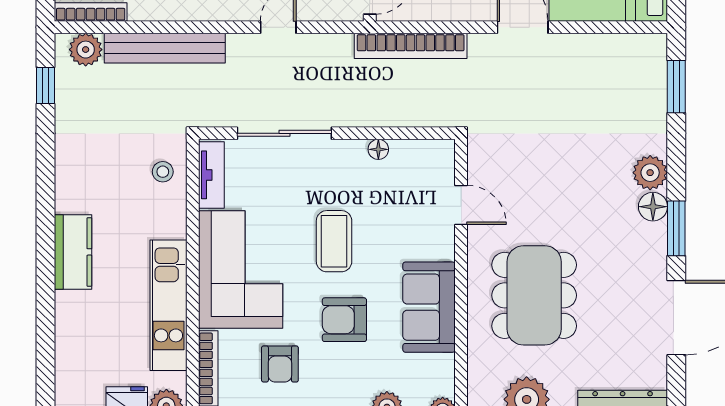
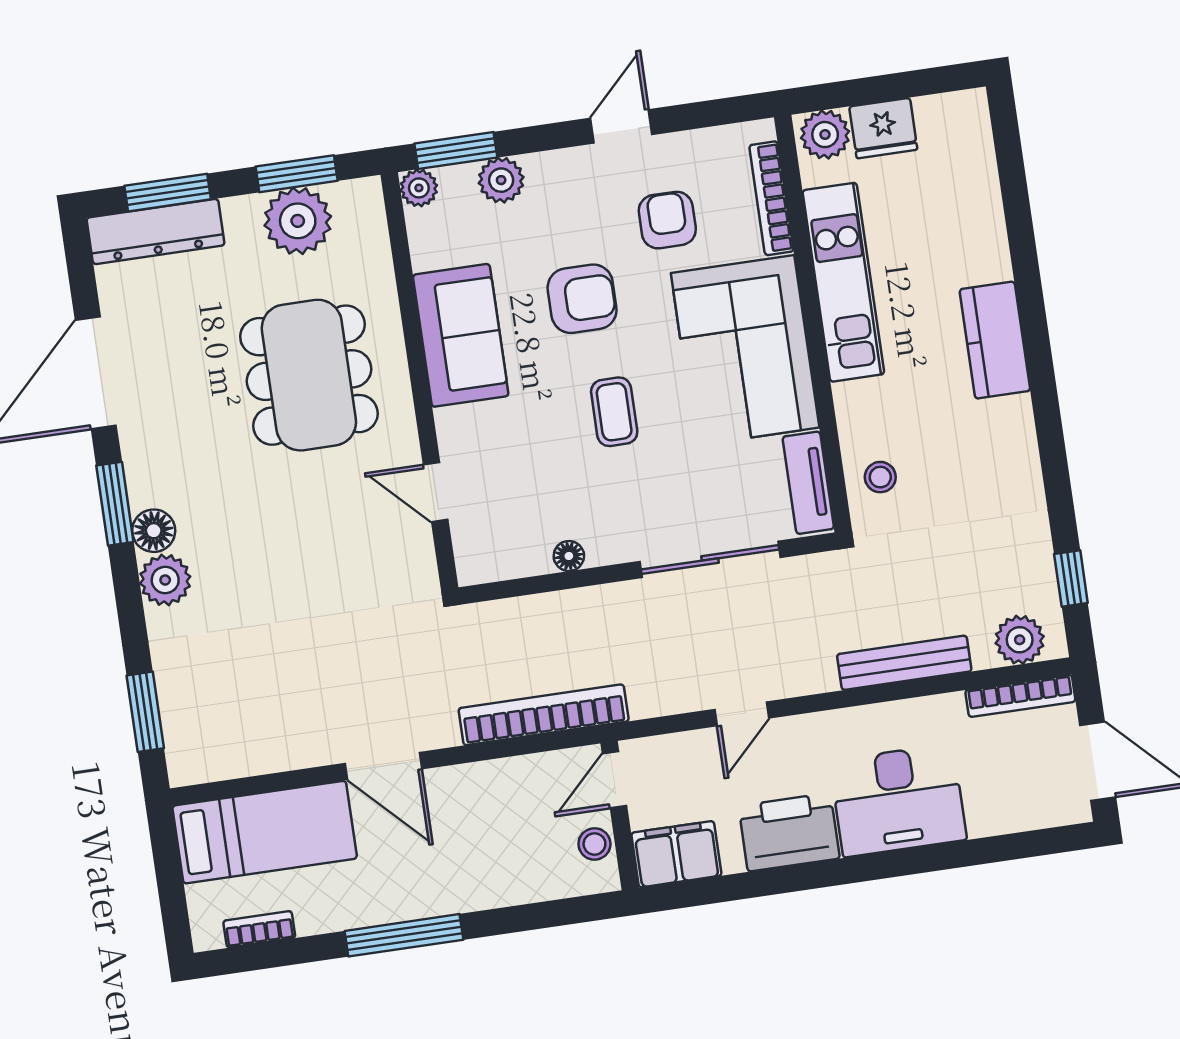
bench: (165, 48) -> (904, 663), width x0.73, depth x0.82
coffee table: (334, 241) -> (614, 412), width x0.73, depth x0.77

